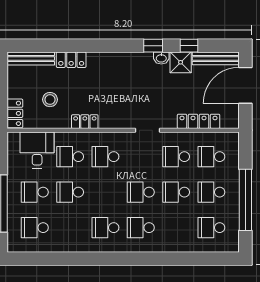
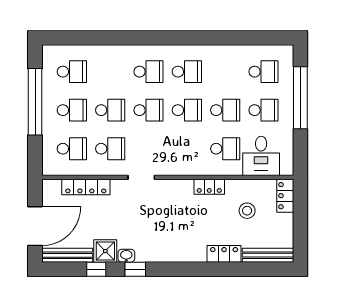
school desk: (105, 157) -> (187, 110), moved

